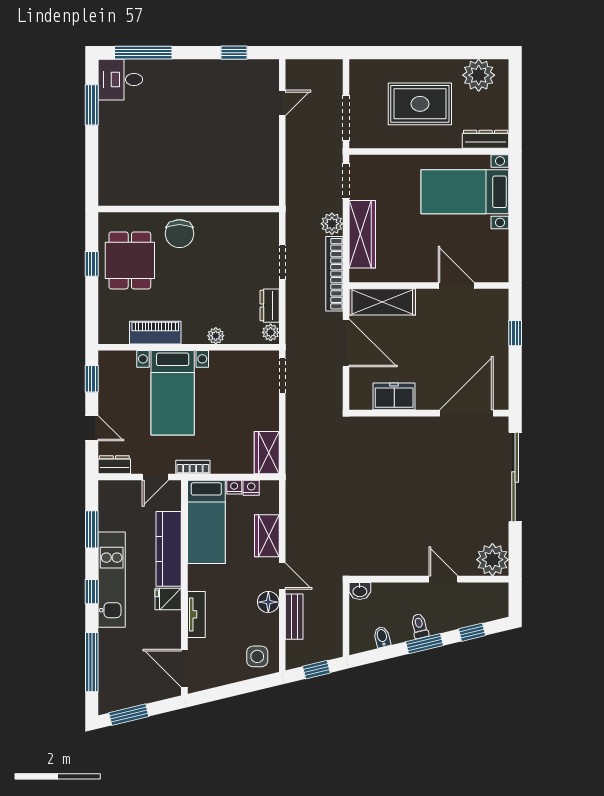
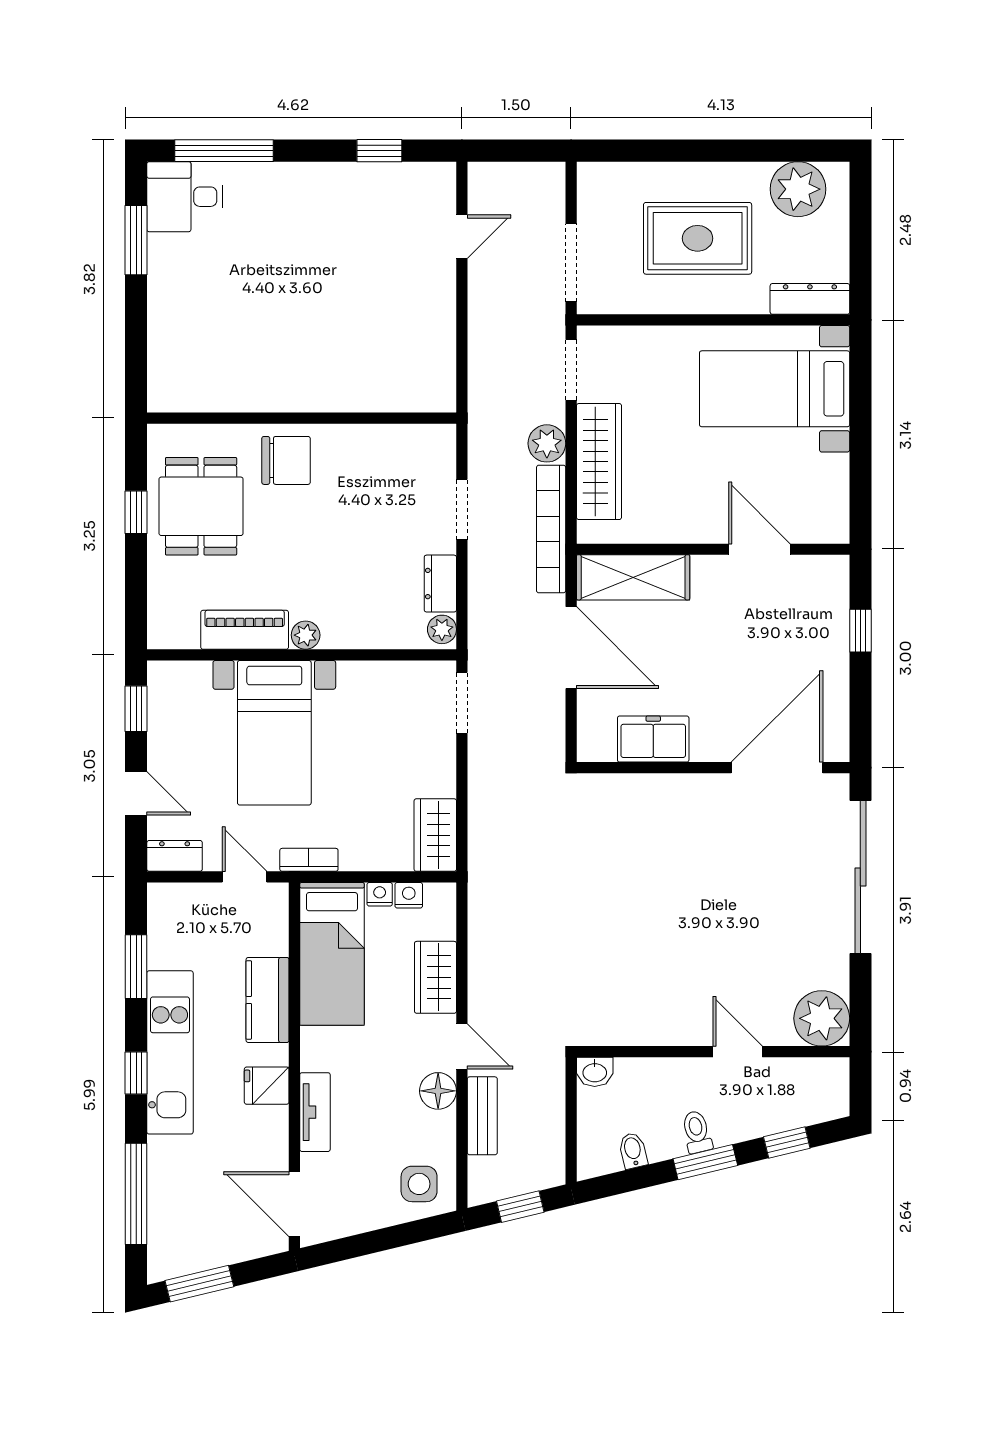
chair: (179, 234) -> (286, 460), turned -90
plant: (216, 336) -> (306, 635), moved
door: (155, 477) -> (245, 877), swing flipped
kitchen counter: (169, 549) -> (268, 1000), width x0.67

